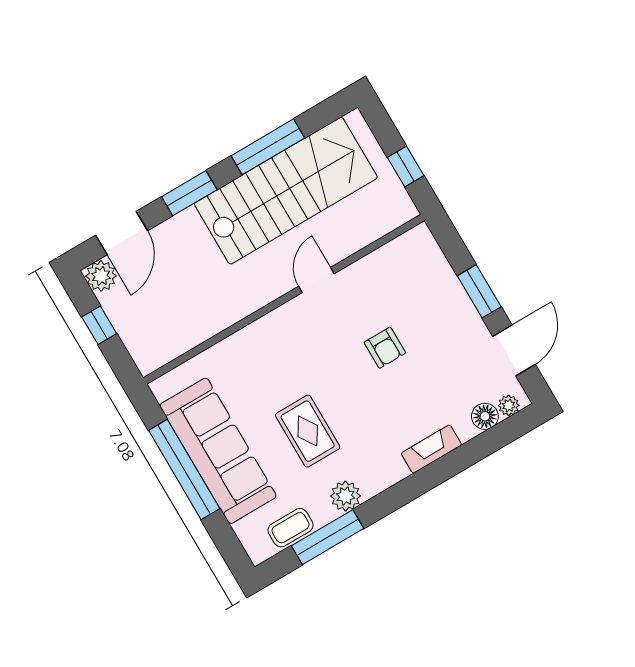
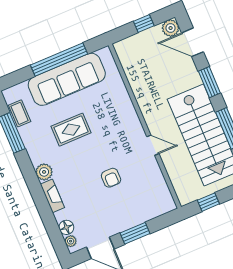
armchair: (385, 348) -> (111, 178), turned -90
plant: (346, 496) -> (44, 172), moved

